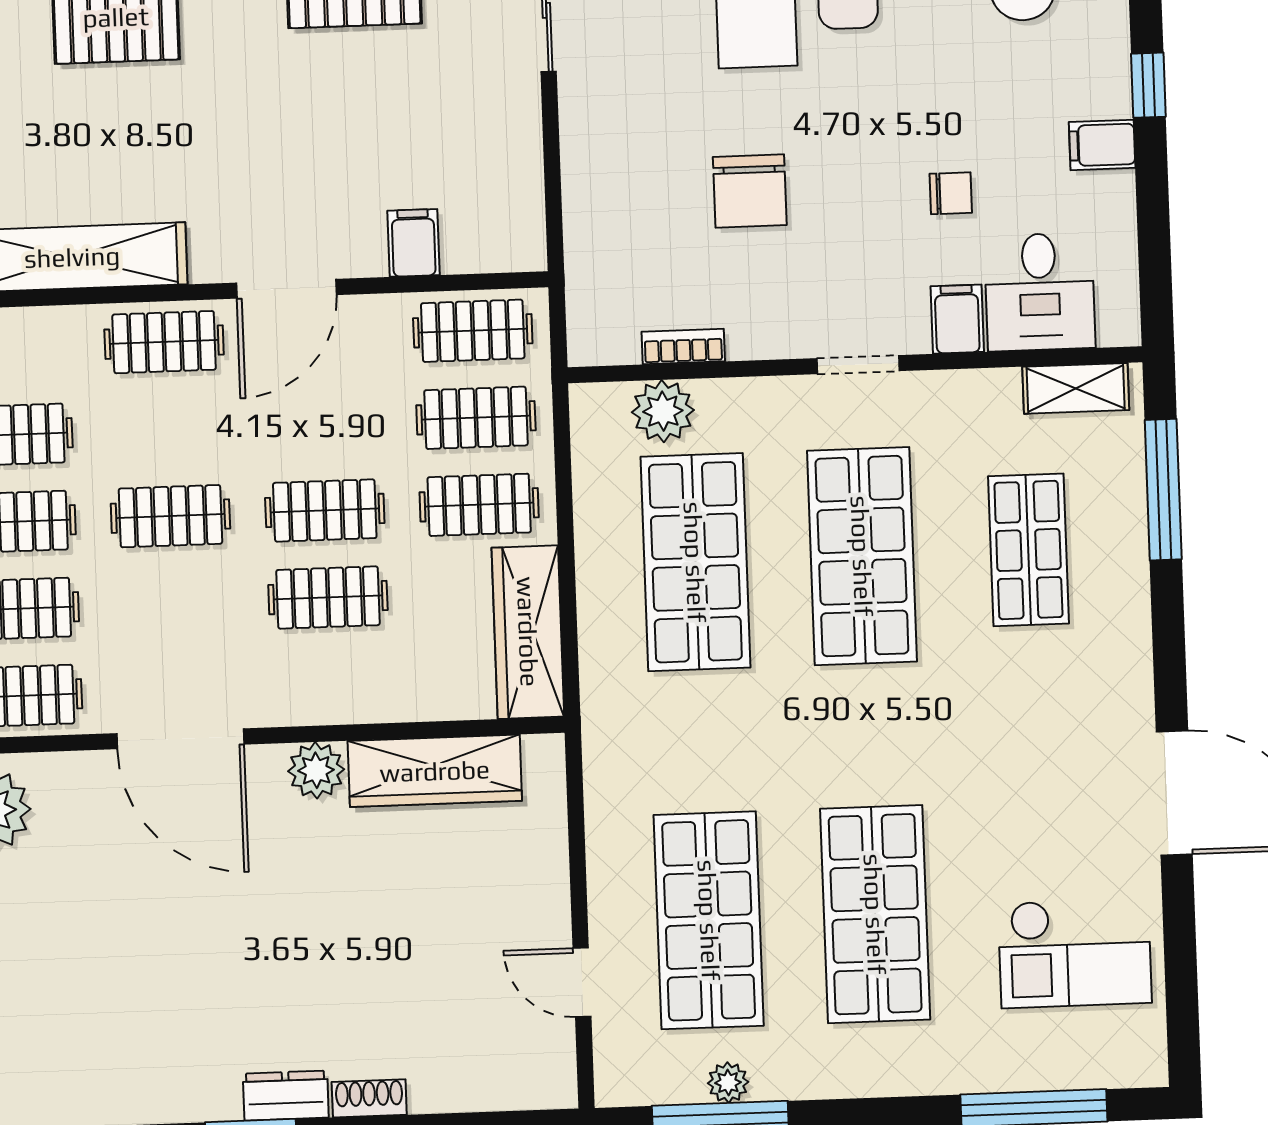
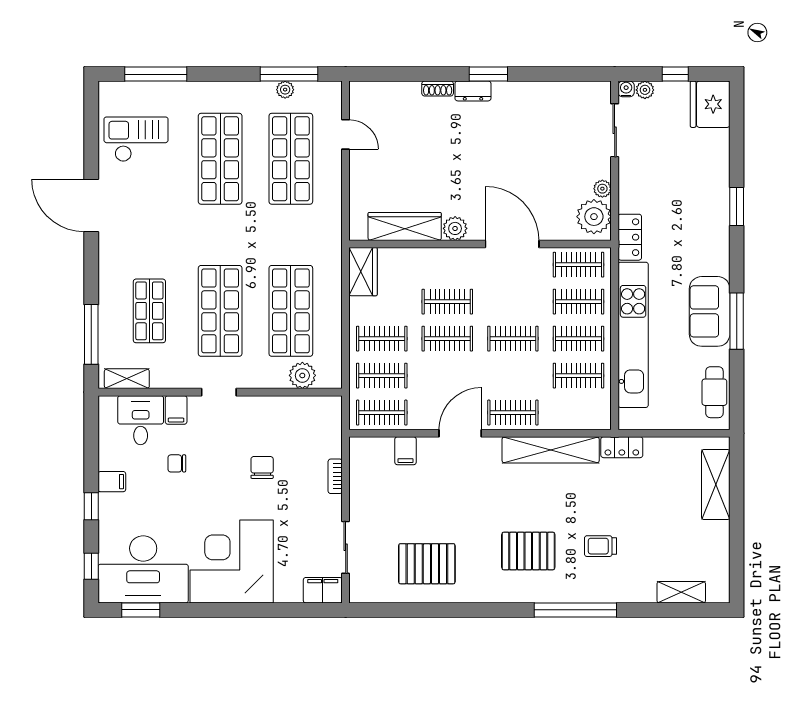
chair: (750, 191) -> (262, 467), width x0.73, depth x0.73
bookcase: (683, 347) -> (335, 476), moved, turned 90
wardrobe: (528, 632) -> (363, 272), width x0.67

